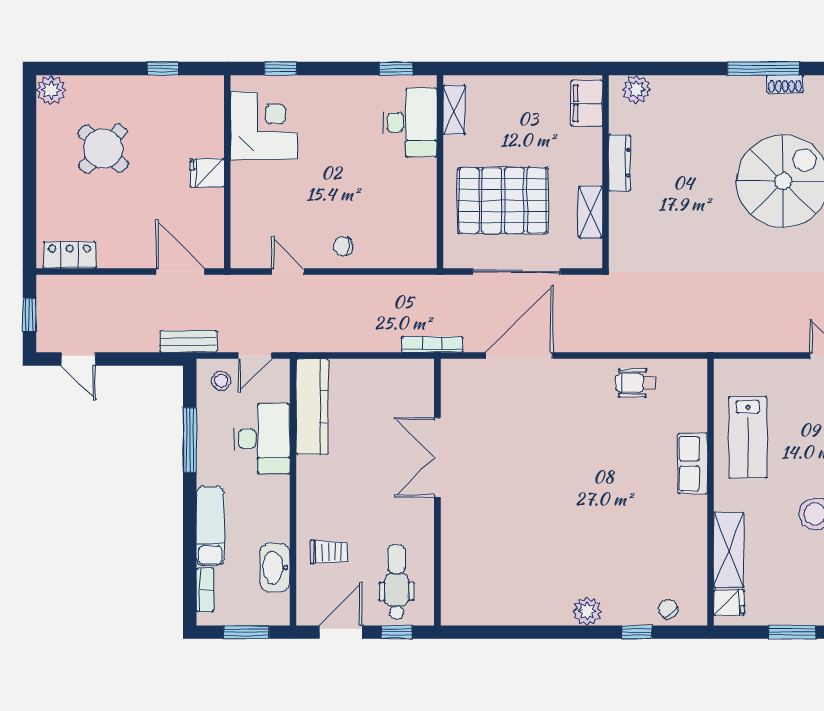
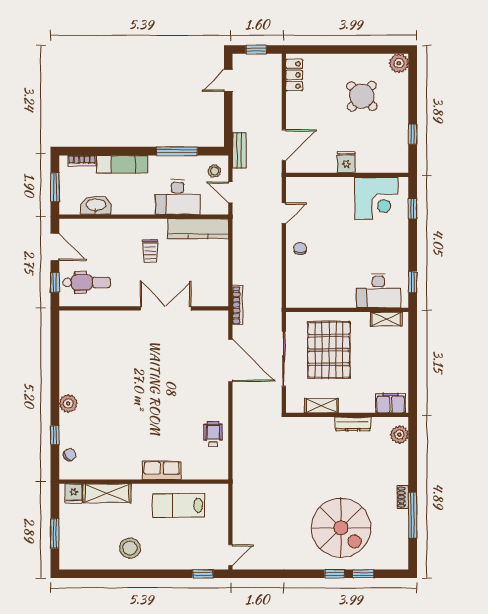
shoe rack: (785, 84) -> (403, 497), moved
trolley: (329, 552) -> (150, 251), moved

